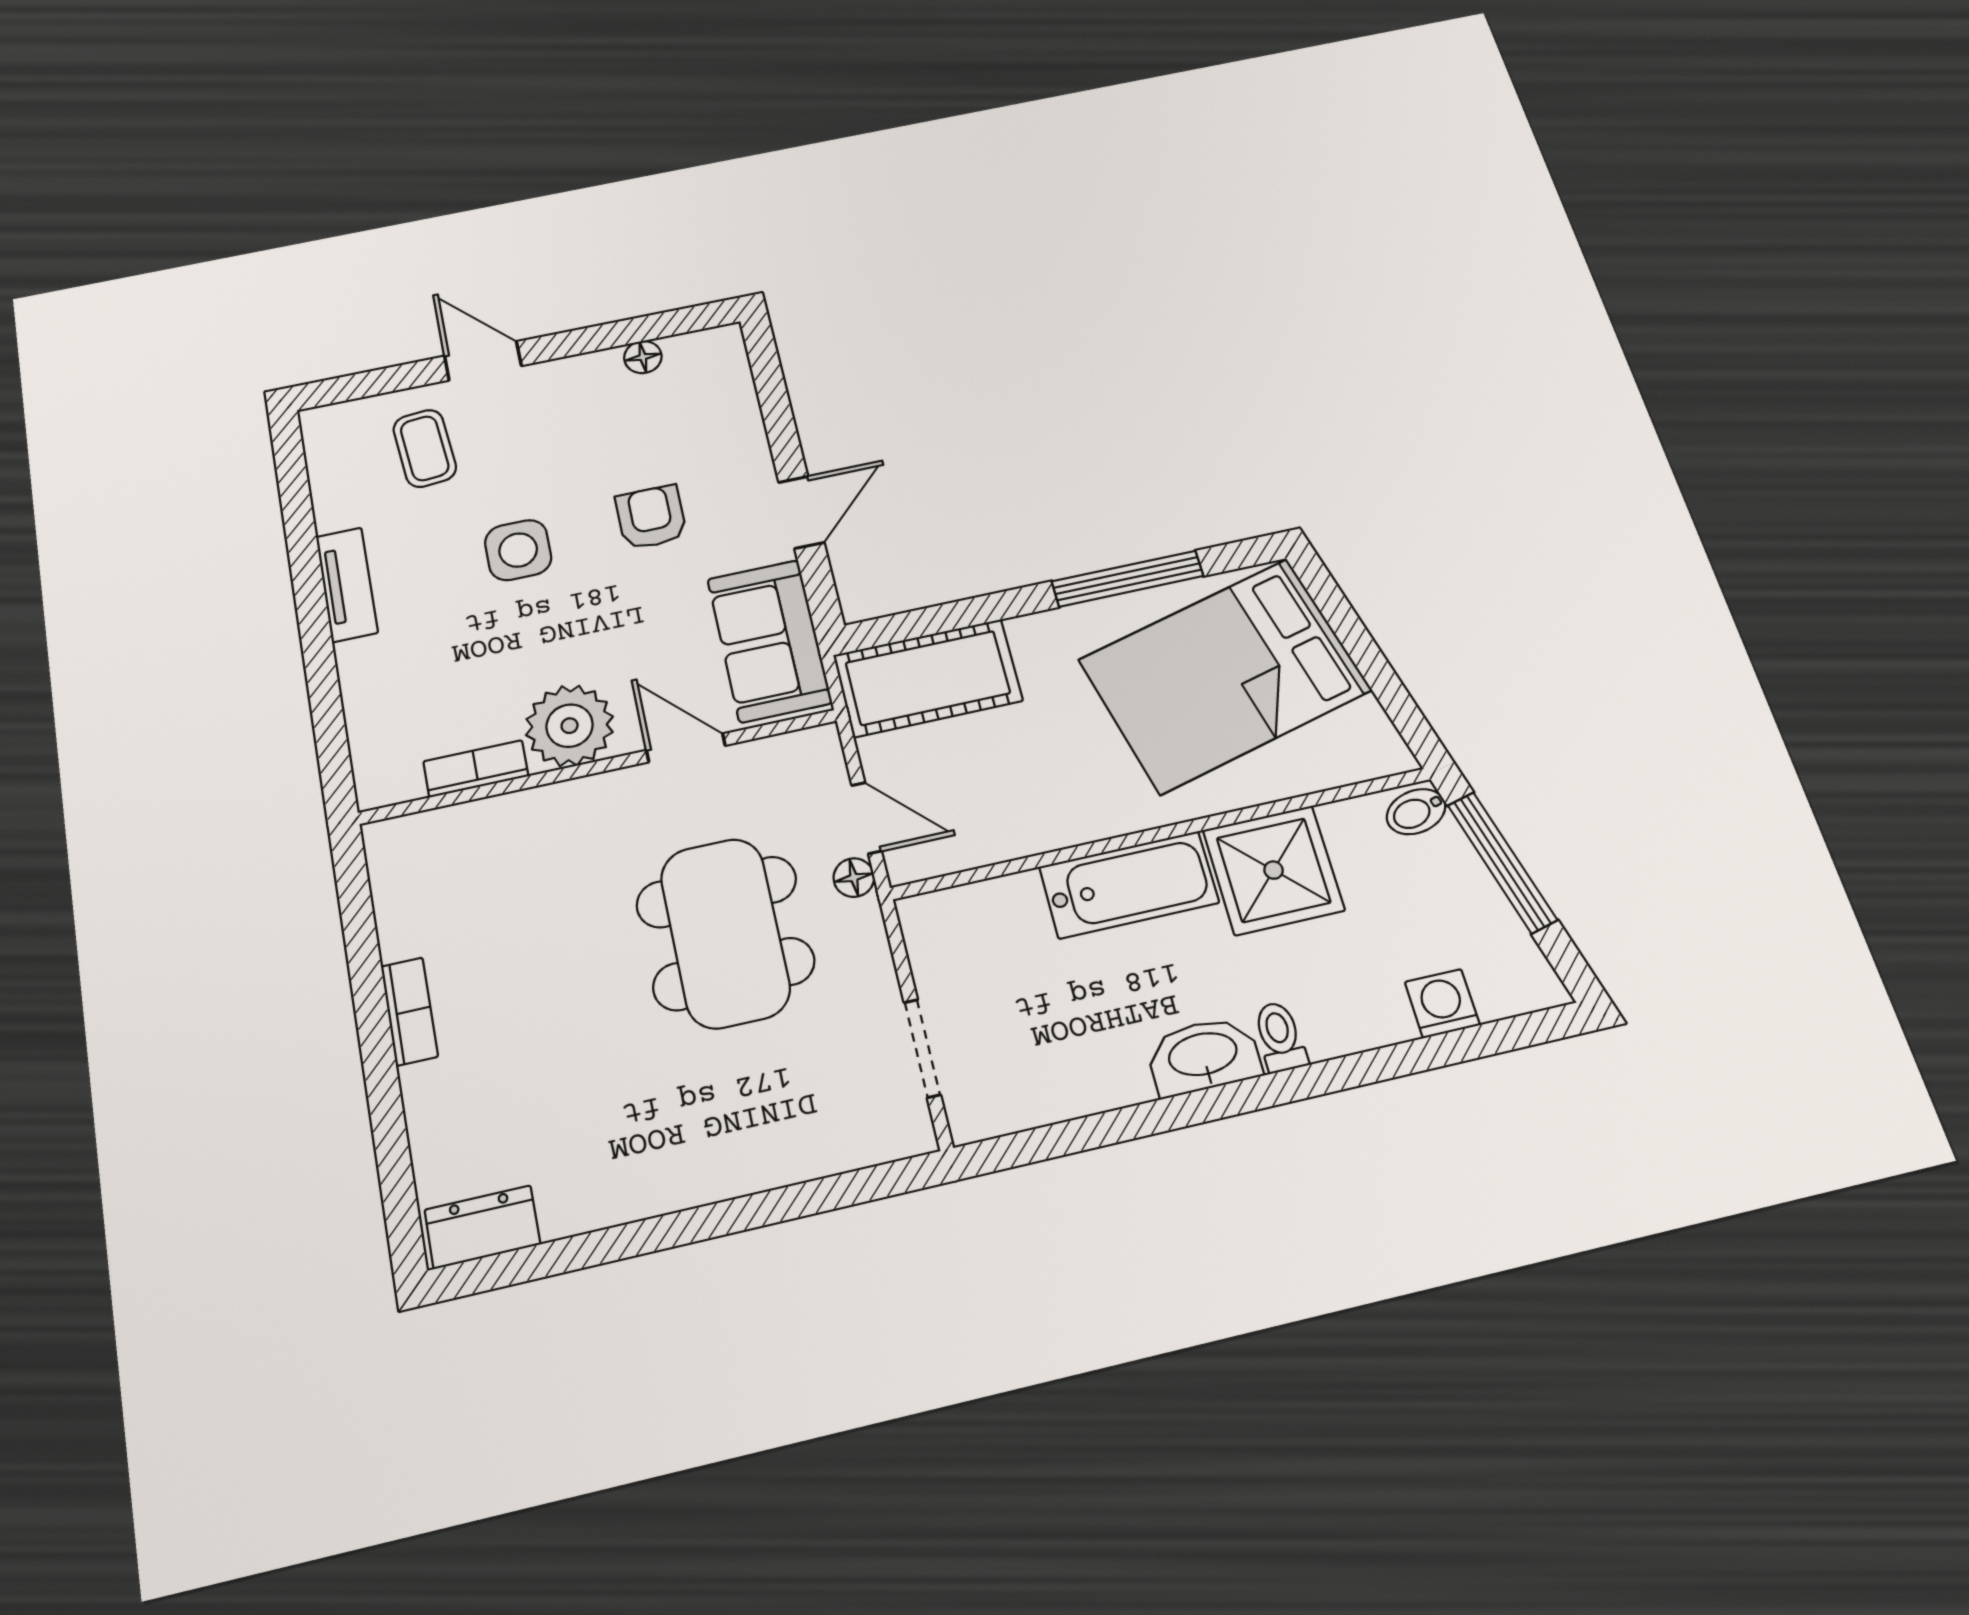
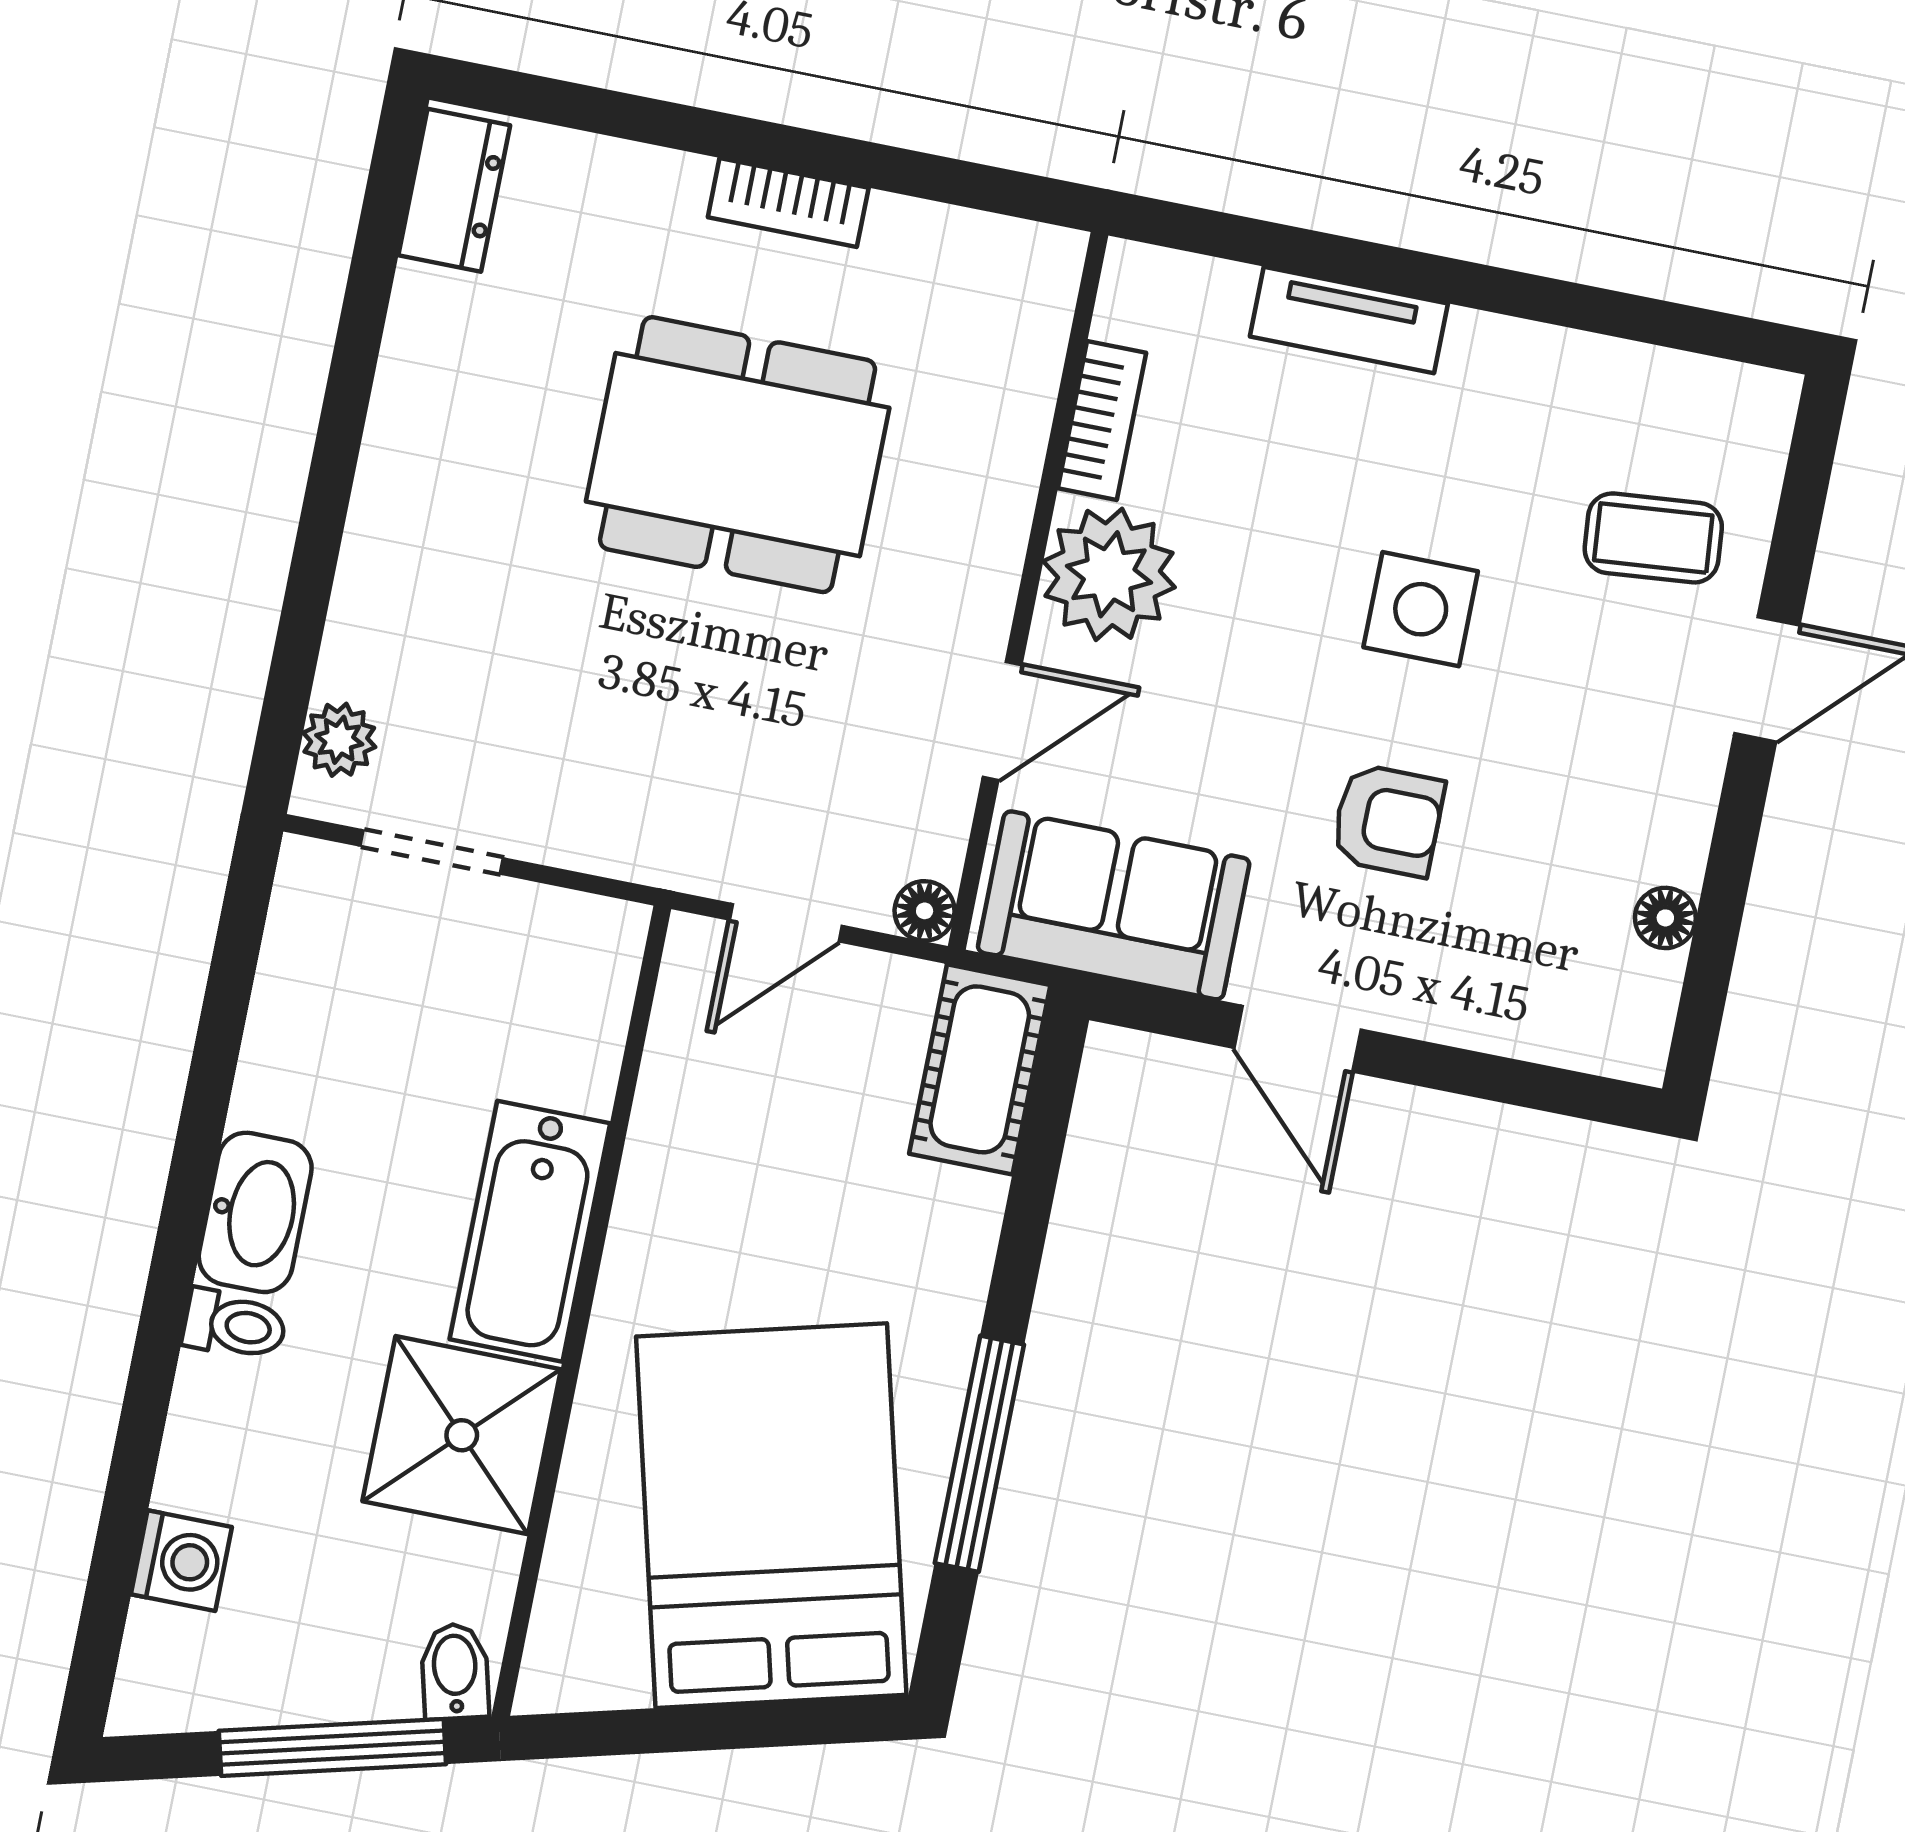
tv unit: (347, 585) -> (1349, 320), moved
cot: (928, 678) -> (980, 1069), width x0.73, depth x0.75
floor lamp: (854, 878) -> (925, 911), moved
dining table: (725, 933) -> (738, 455), moved
plant: (877, 1139) -> (339, 740), added

